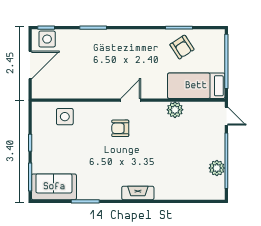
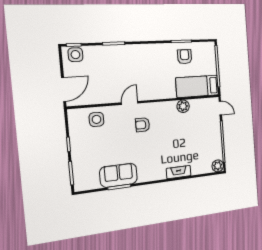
armchair: (182, 47) -> (185, 57), turned -147
door: (30, 65) -> (64, 89), moved
door: (131, 100) -> (130, 103), moved
plant: (217, 168) -> (218, 166), moved
sofa: (54, 187) -> (119, 175), moved
fireplace: (138, 193) -> (179, 172), moved

